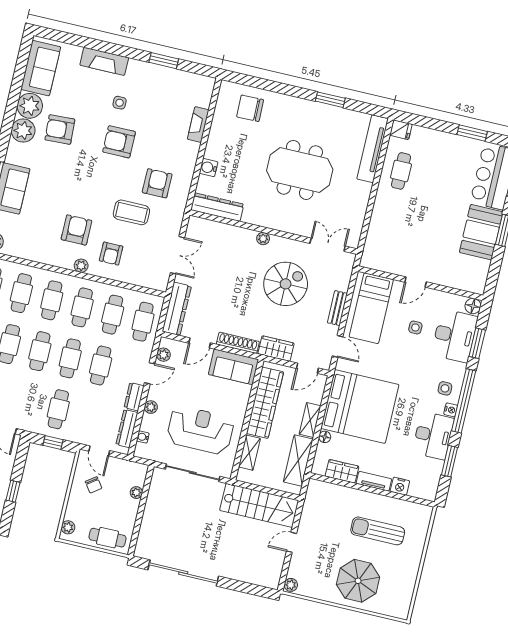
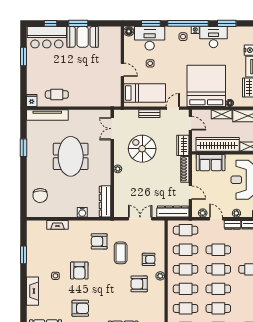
armchair: (60, 130) -> (80, 308), turned -87
sofa: (233, 367) -> (211, 163), moved, turned 90

